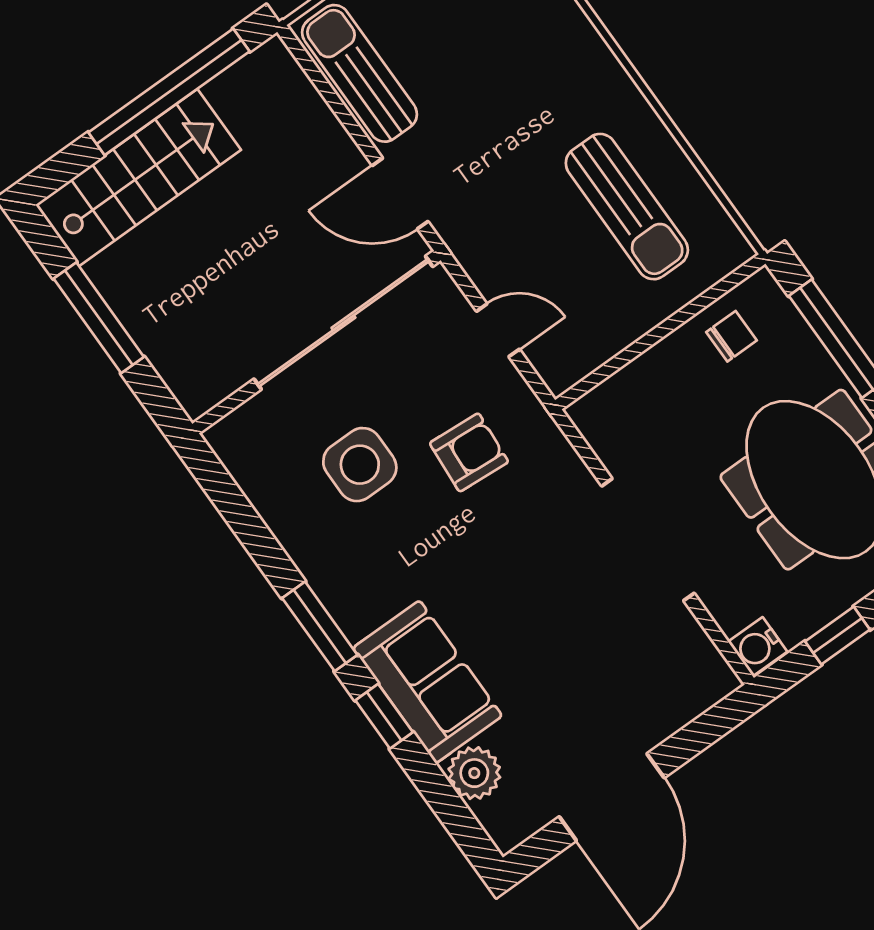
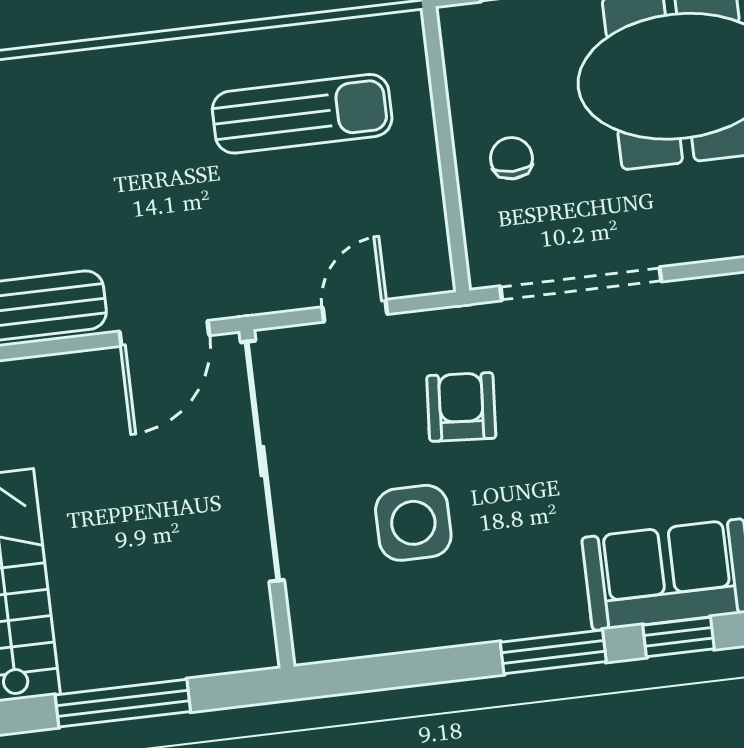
chair: (731, 336) -> (511, 158), moved
doorway: (648, 540) -> (581, 284), moved

